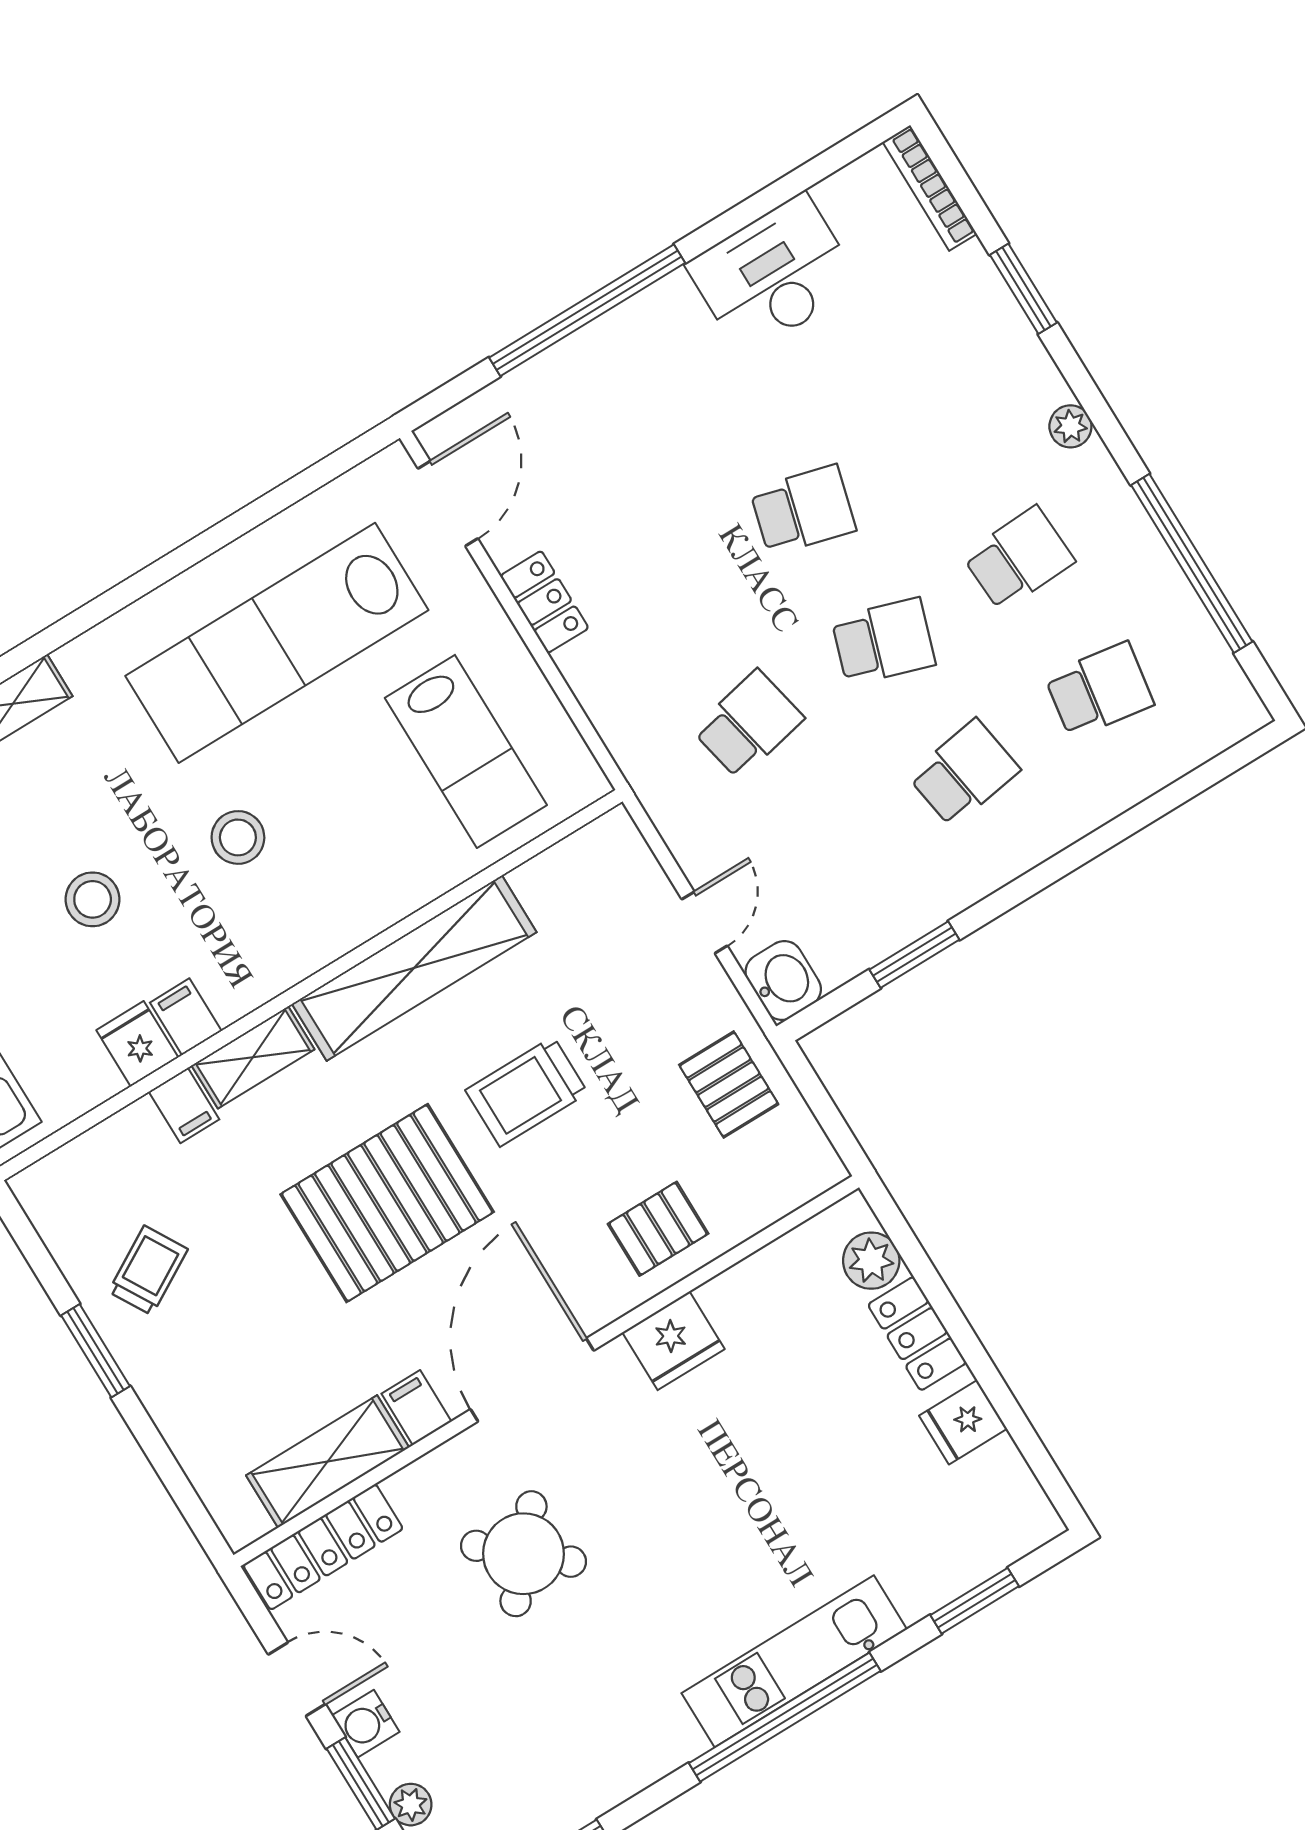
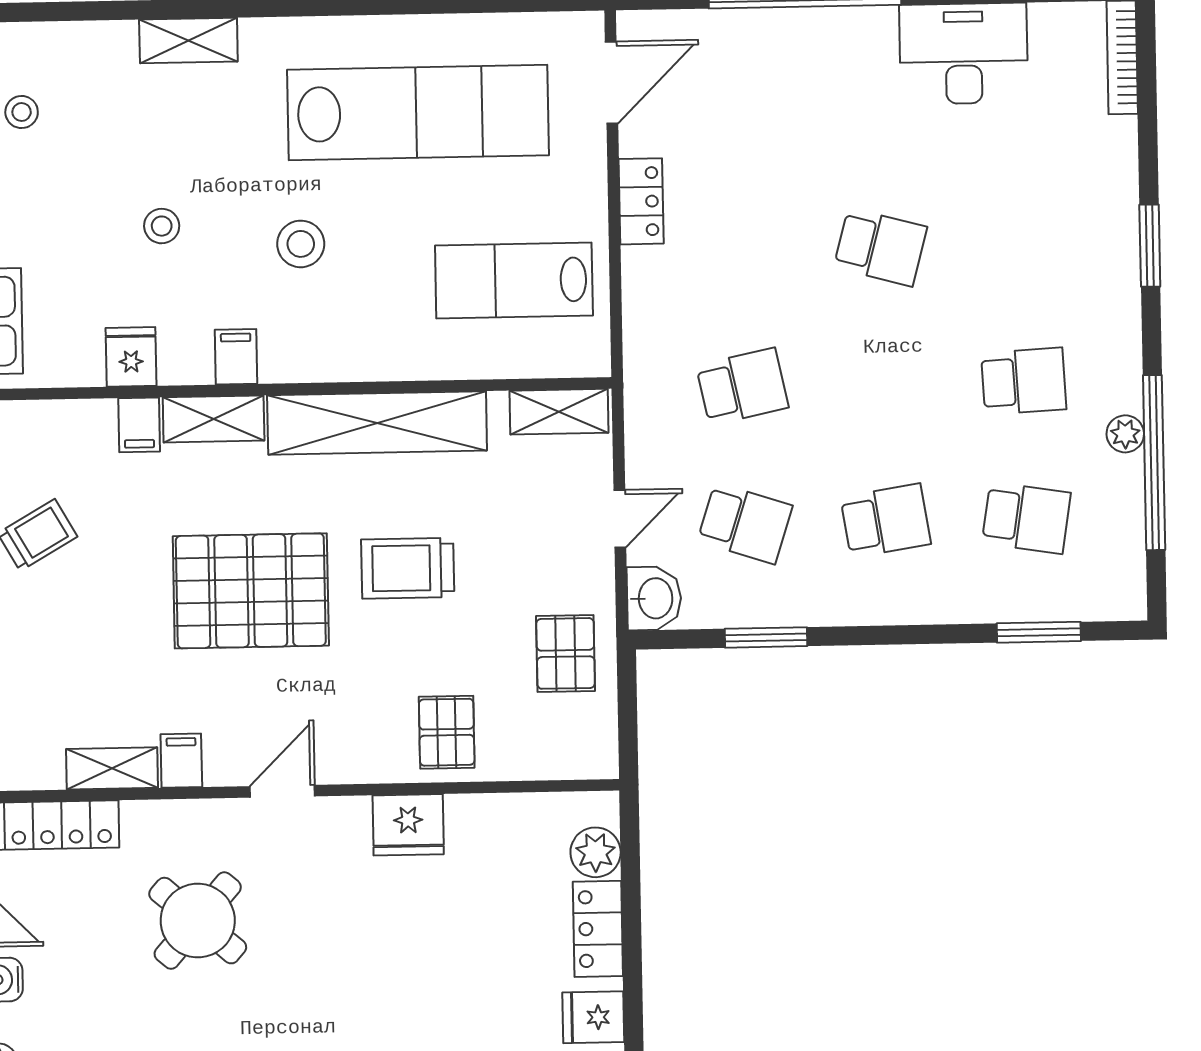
window: (1023, 289) -> (1150, 246), moved
plant: (1070, 426) -> (1125, 434), moved
school desk: (883, 641) -> (745, 523), moved
lab bench: (277, 643) -> (418, 112), turned 180
lab bench: (466, 751) -> (514, 280), turned 90
window: (1176, 794) -> (1039, 632), added
shelving: (584, 853) -> (559, 412), added
stool: (93, 899) -> (162, 226), width x0.73, depth x0.73
filing cabinet: (186, 1017) -> (236, 357), moved
pallet: (658, 1229) -> (447, 732), turned 90
door: (532, 1380) -> (282, 791), width x0.53
shelving: (328, 1462) -> (112, 768), width x0.67, depth x0.75

